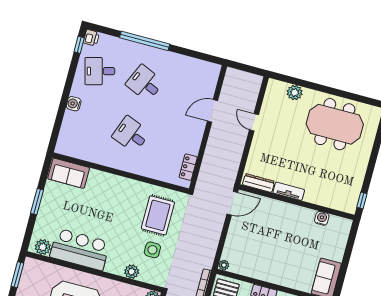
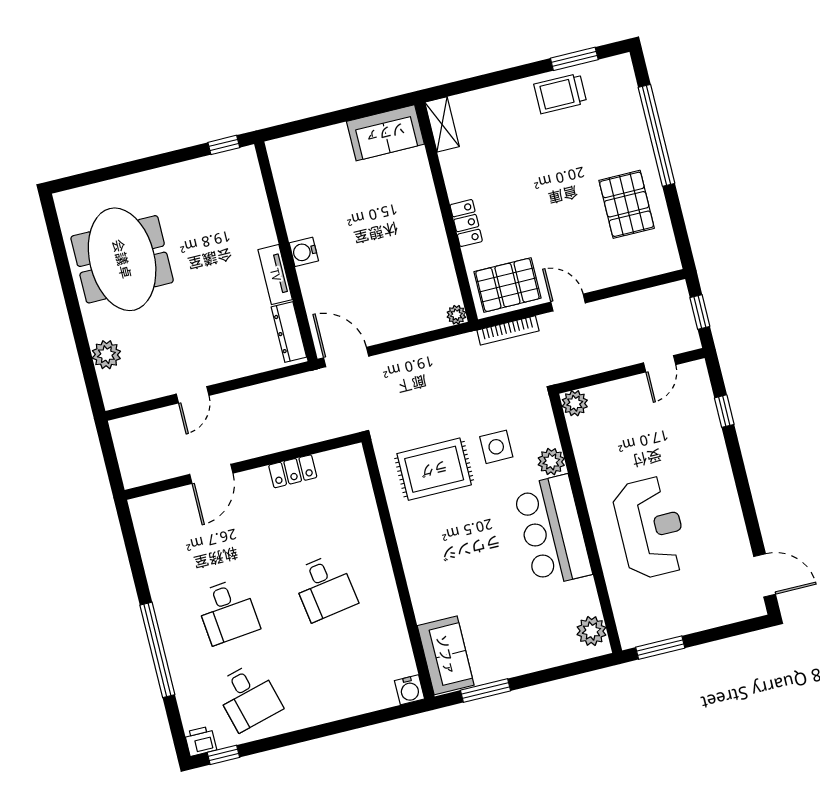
desk: (145, 83) -> (227, 611), turned -30
water cooler: (74, 104) -> (409, 690), moved
door: (212, 111) -> (211, 474), hinge flipped
desk: (131, 134) -> (324, 587), turned -30
locker: (188, 167) -> (293, 471), moved
window: (37, 202) -> (486, 691), moved
water cooler: (322, 218) -> (304, 252), moved
bar counter: (80, 249) -> (553, 531), moved

